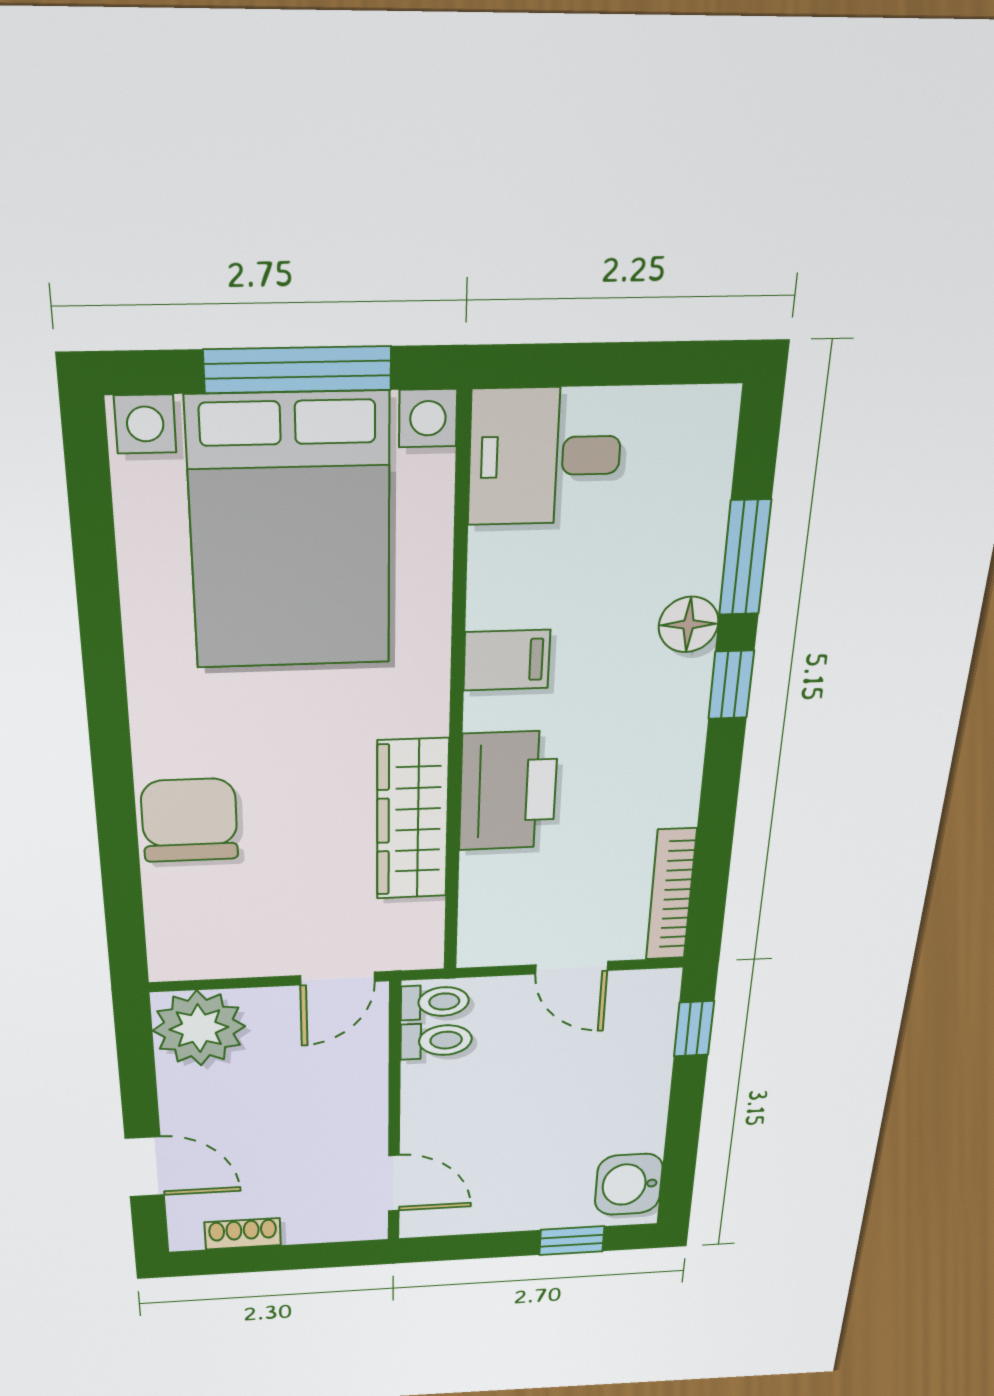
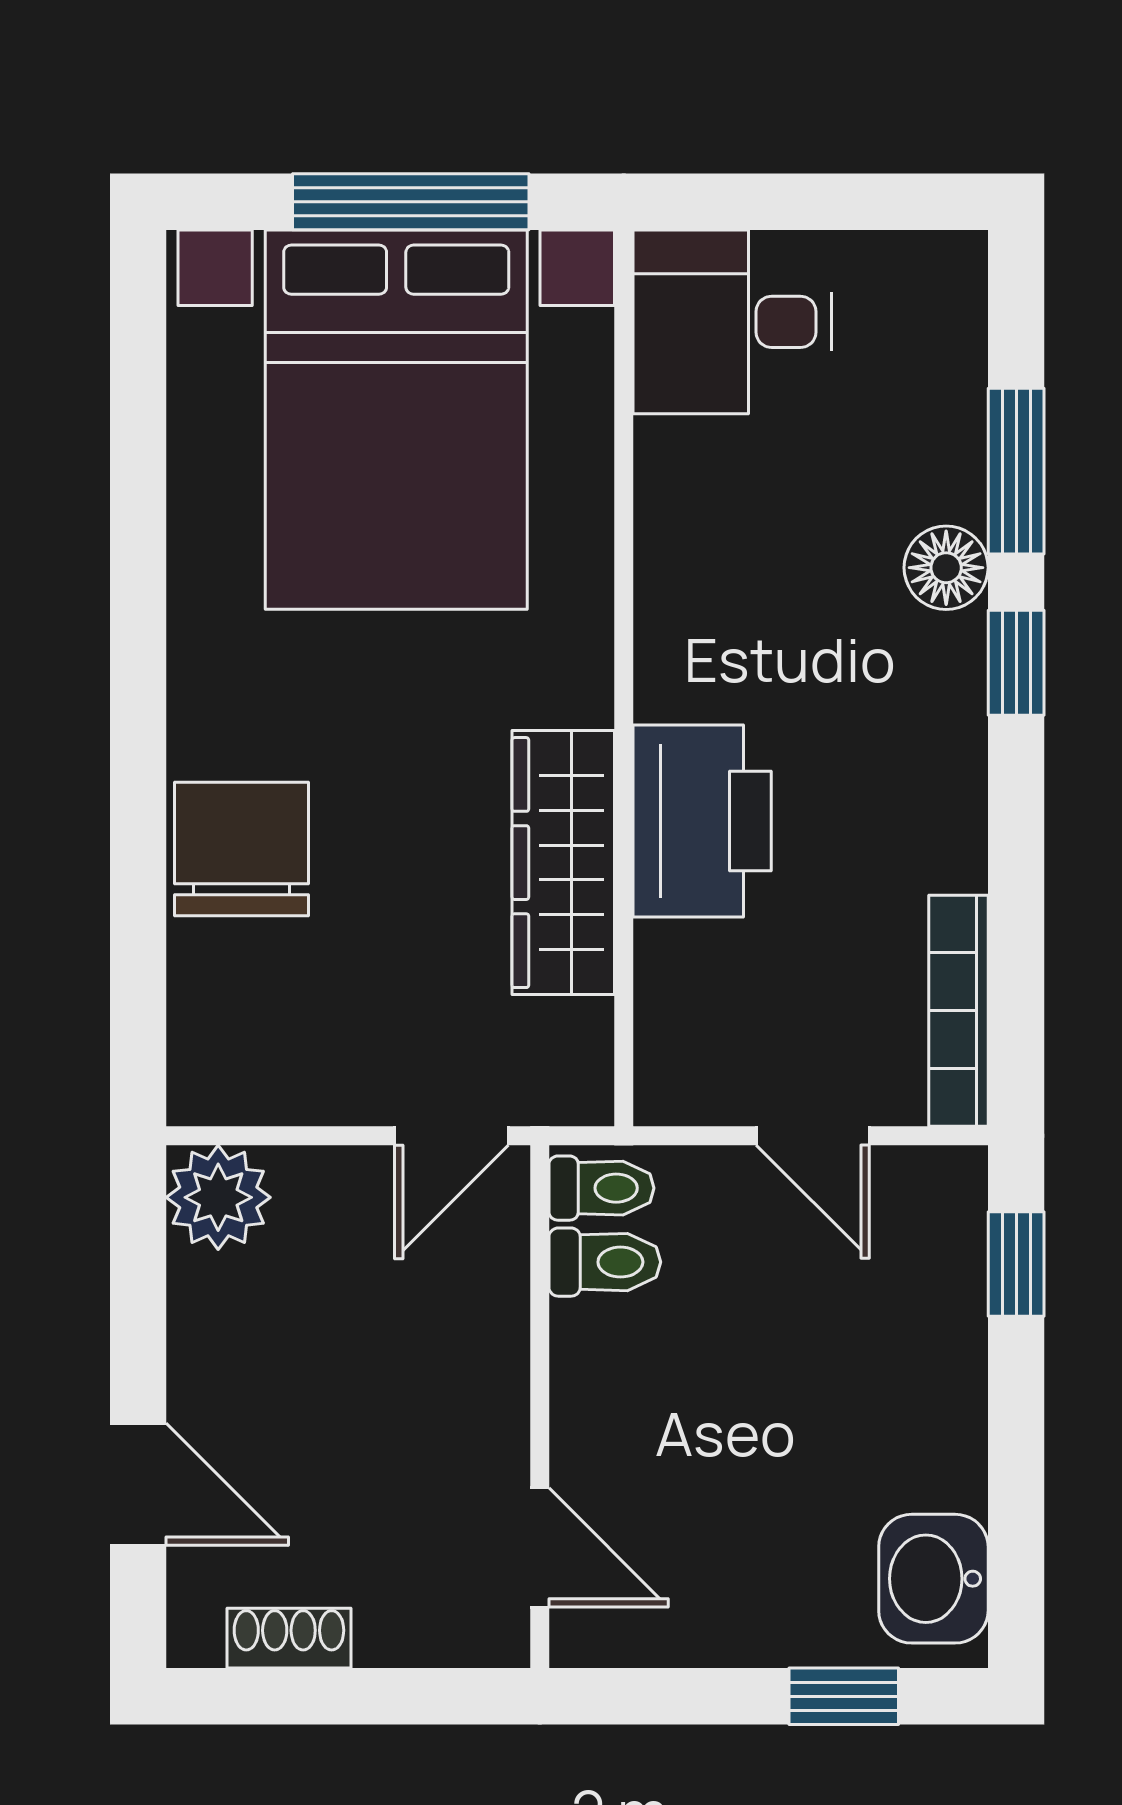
filing cabinet: (507, 660) -> (692, 613), removed
plant: (199, 1028) -> (218, 1197), width x0.73, depth x0.73

